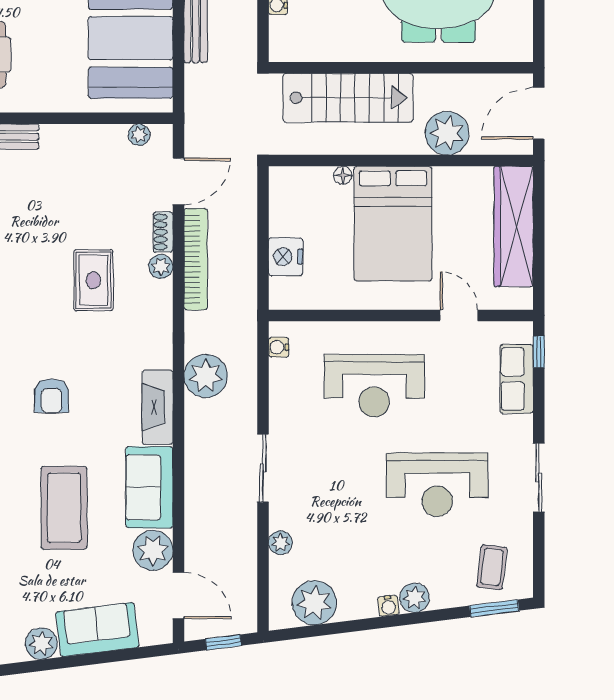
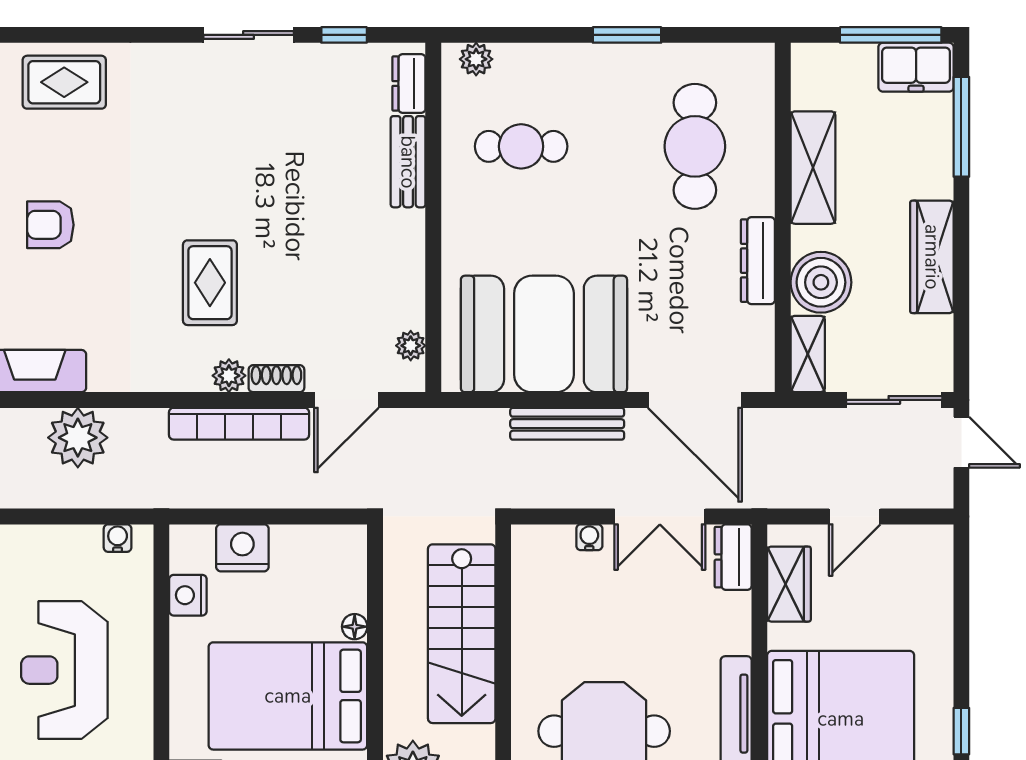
door: (178, 181) -> (346, 400), hinge flipped
rug: (93, 280) -> (210, 283), turned 90
nightstand: (320, 296) -> (188, 595), added

